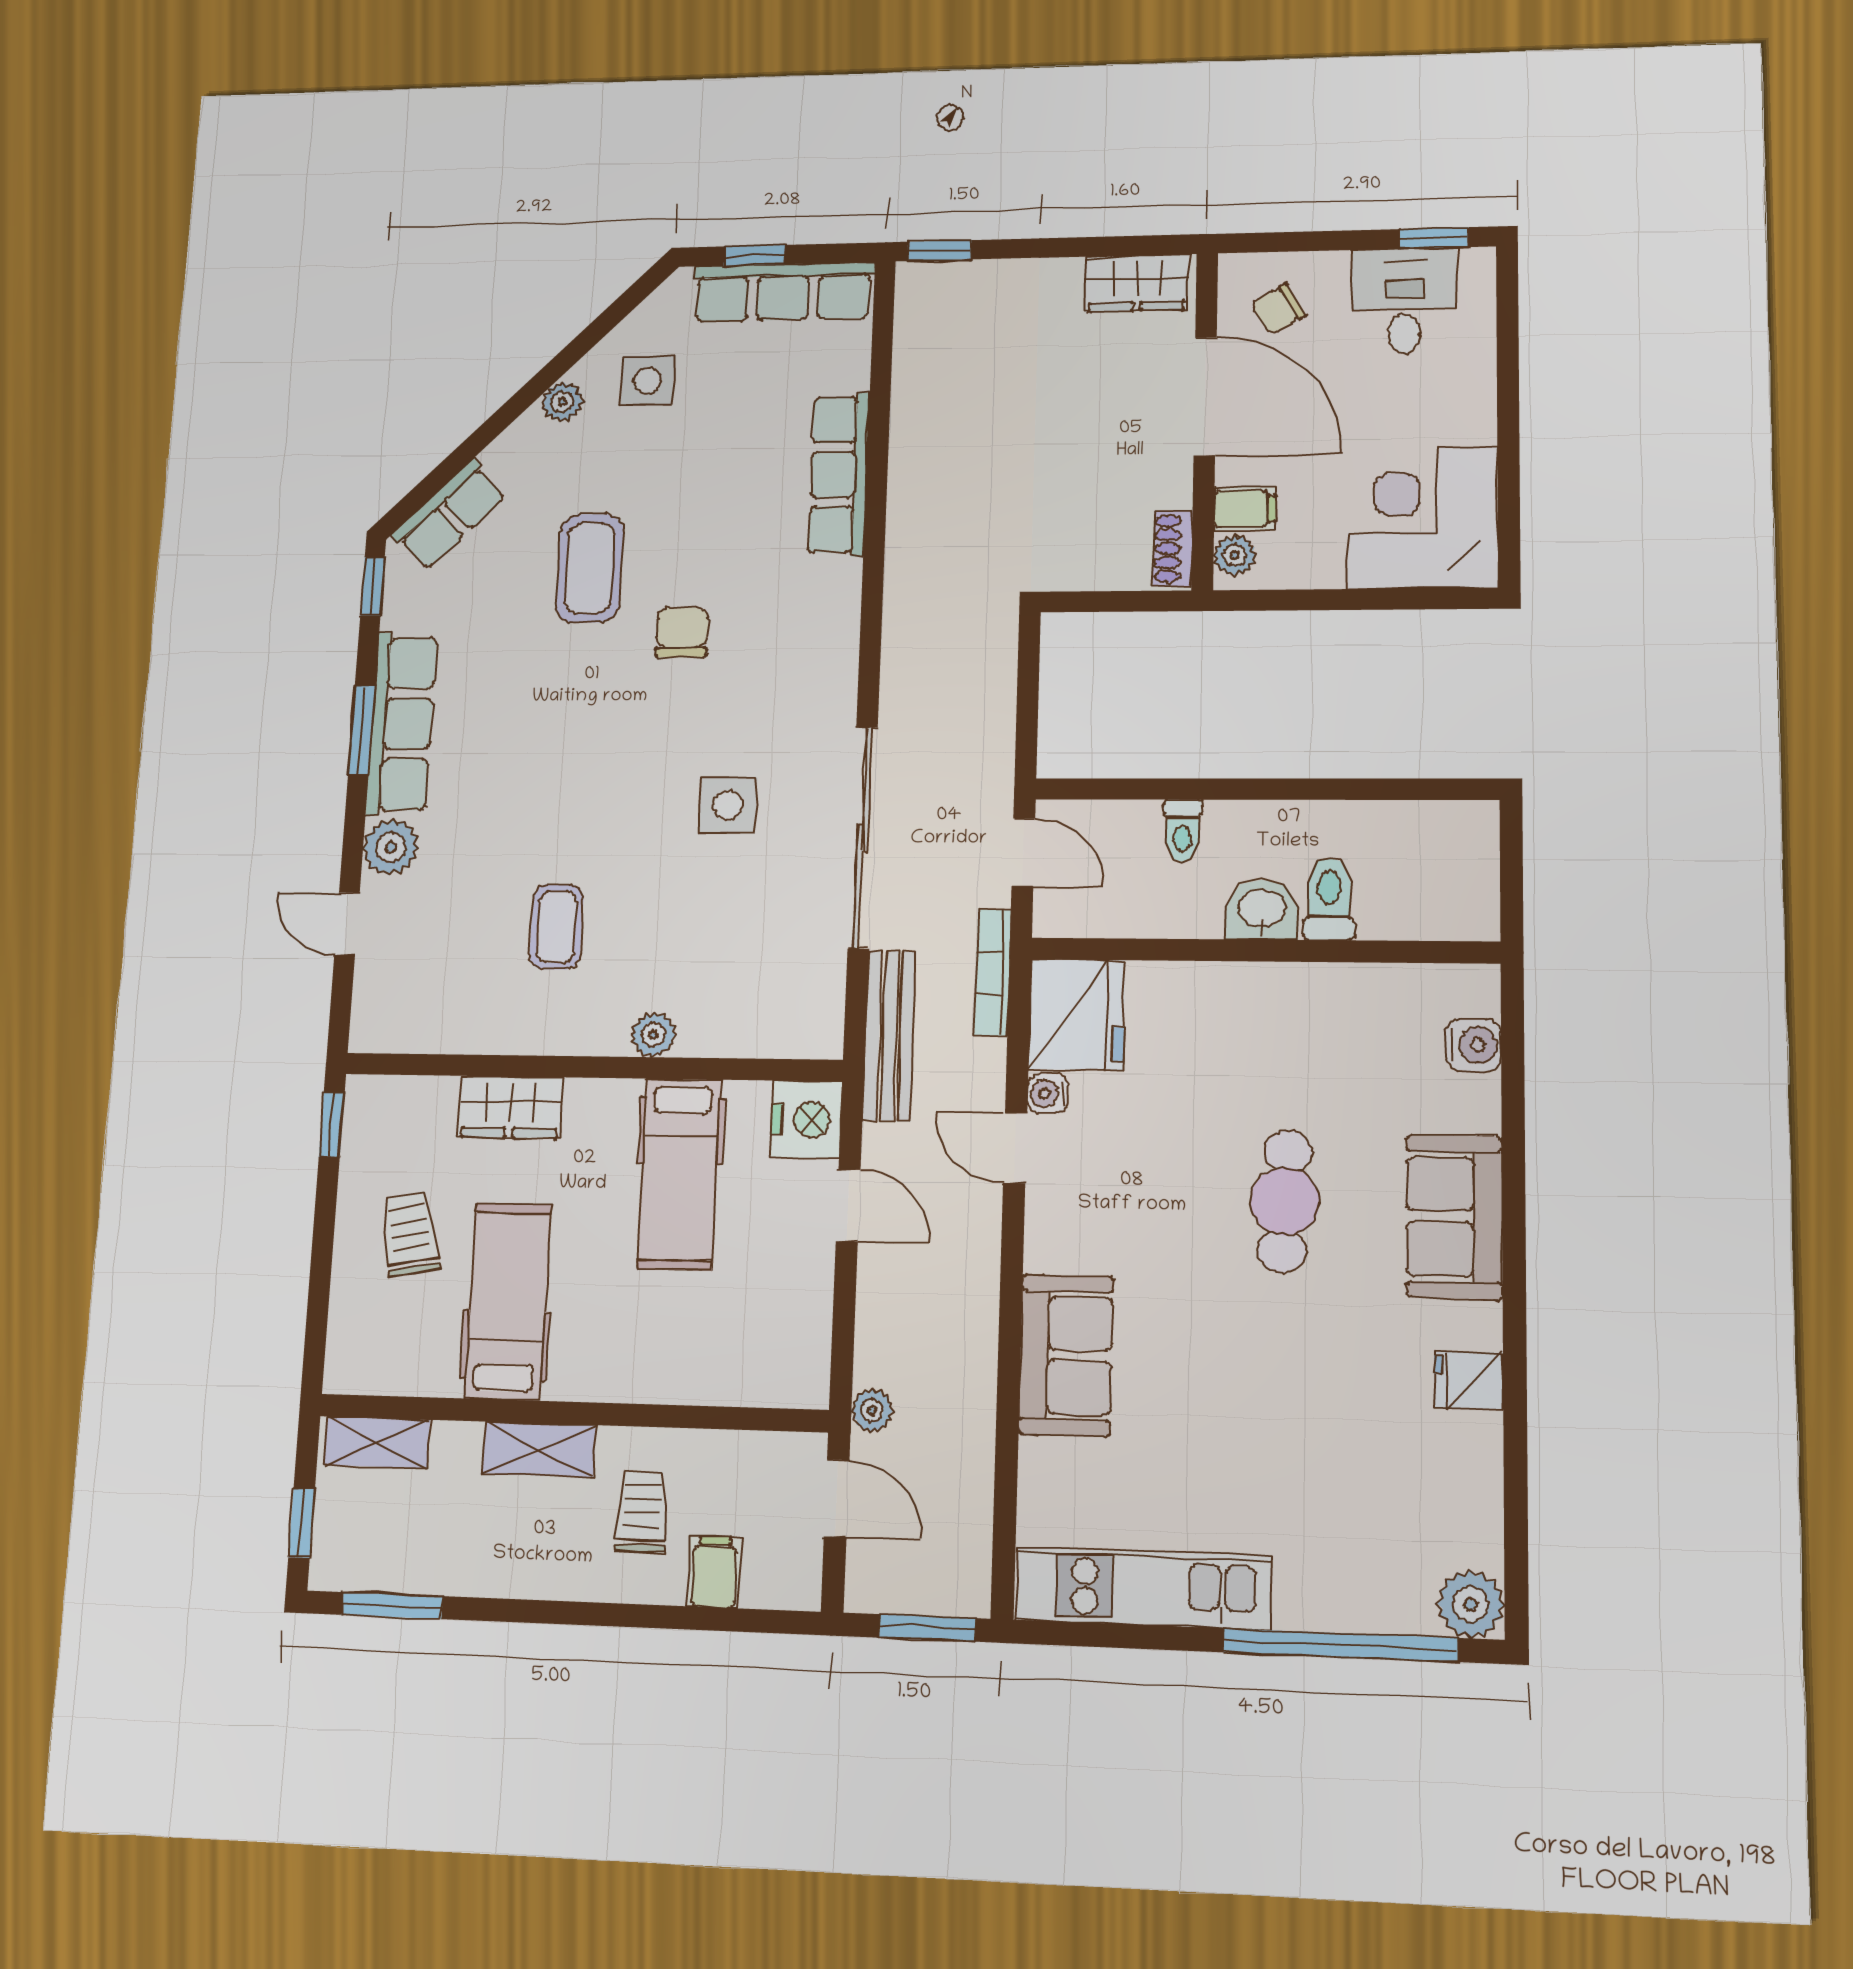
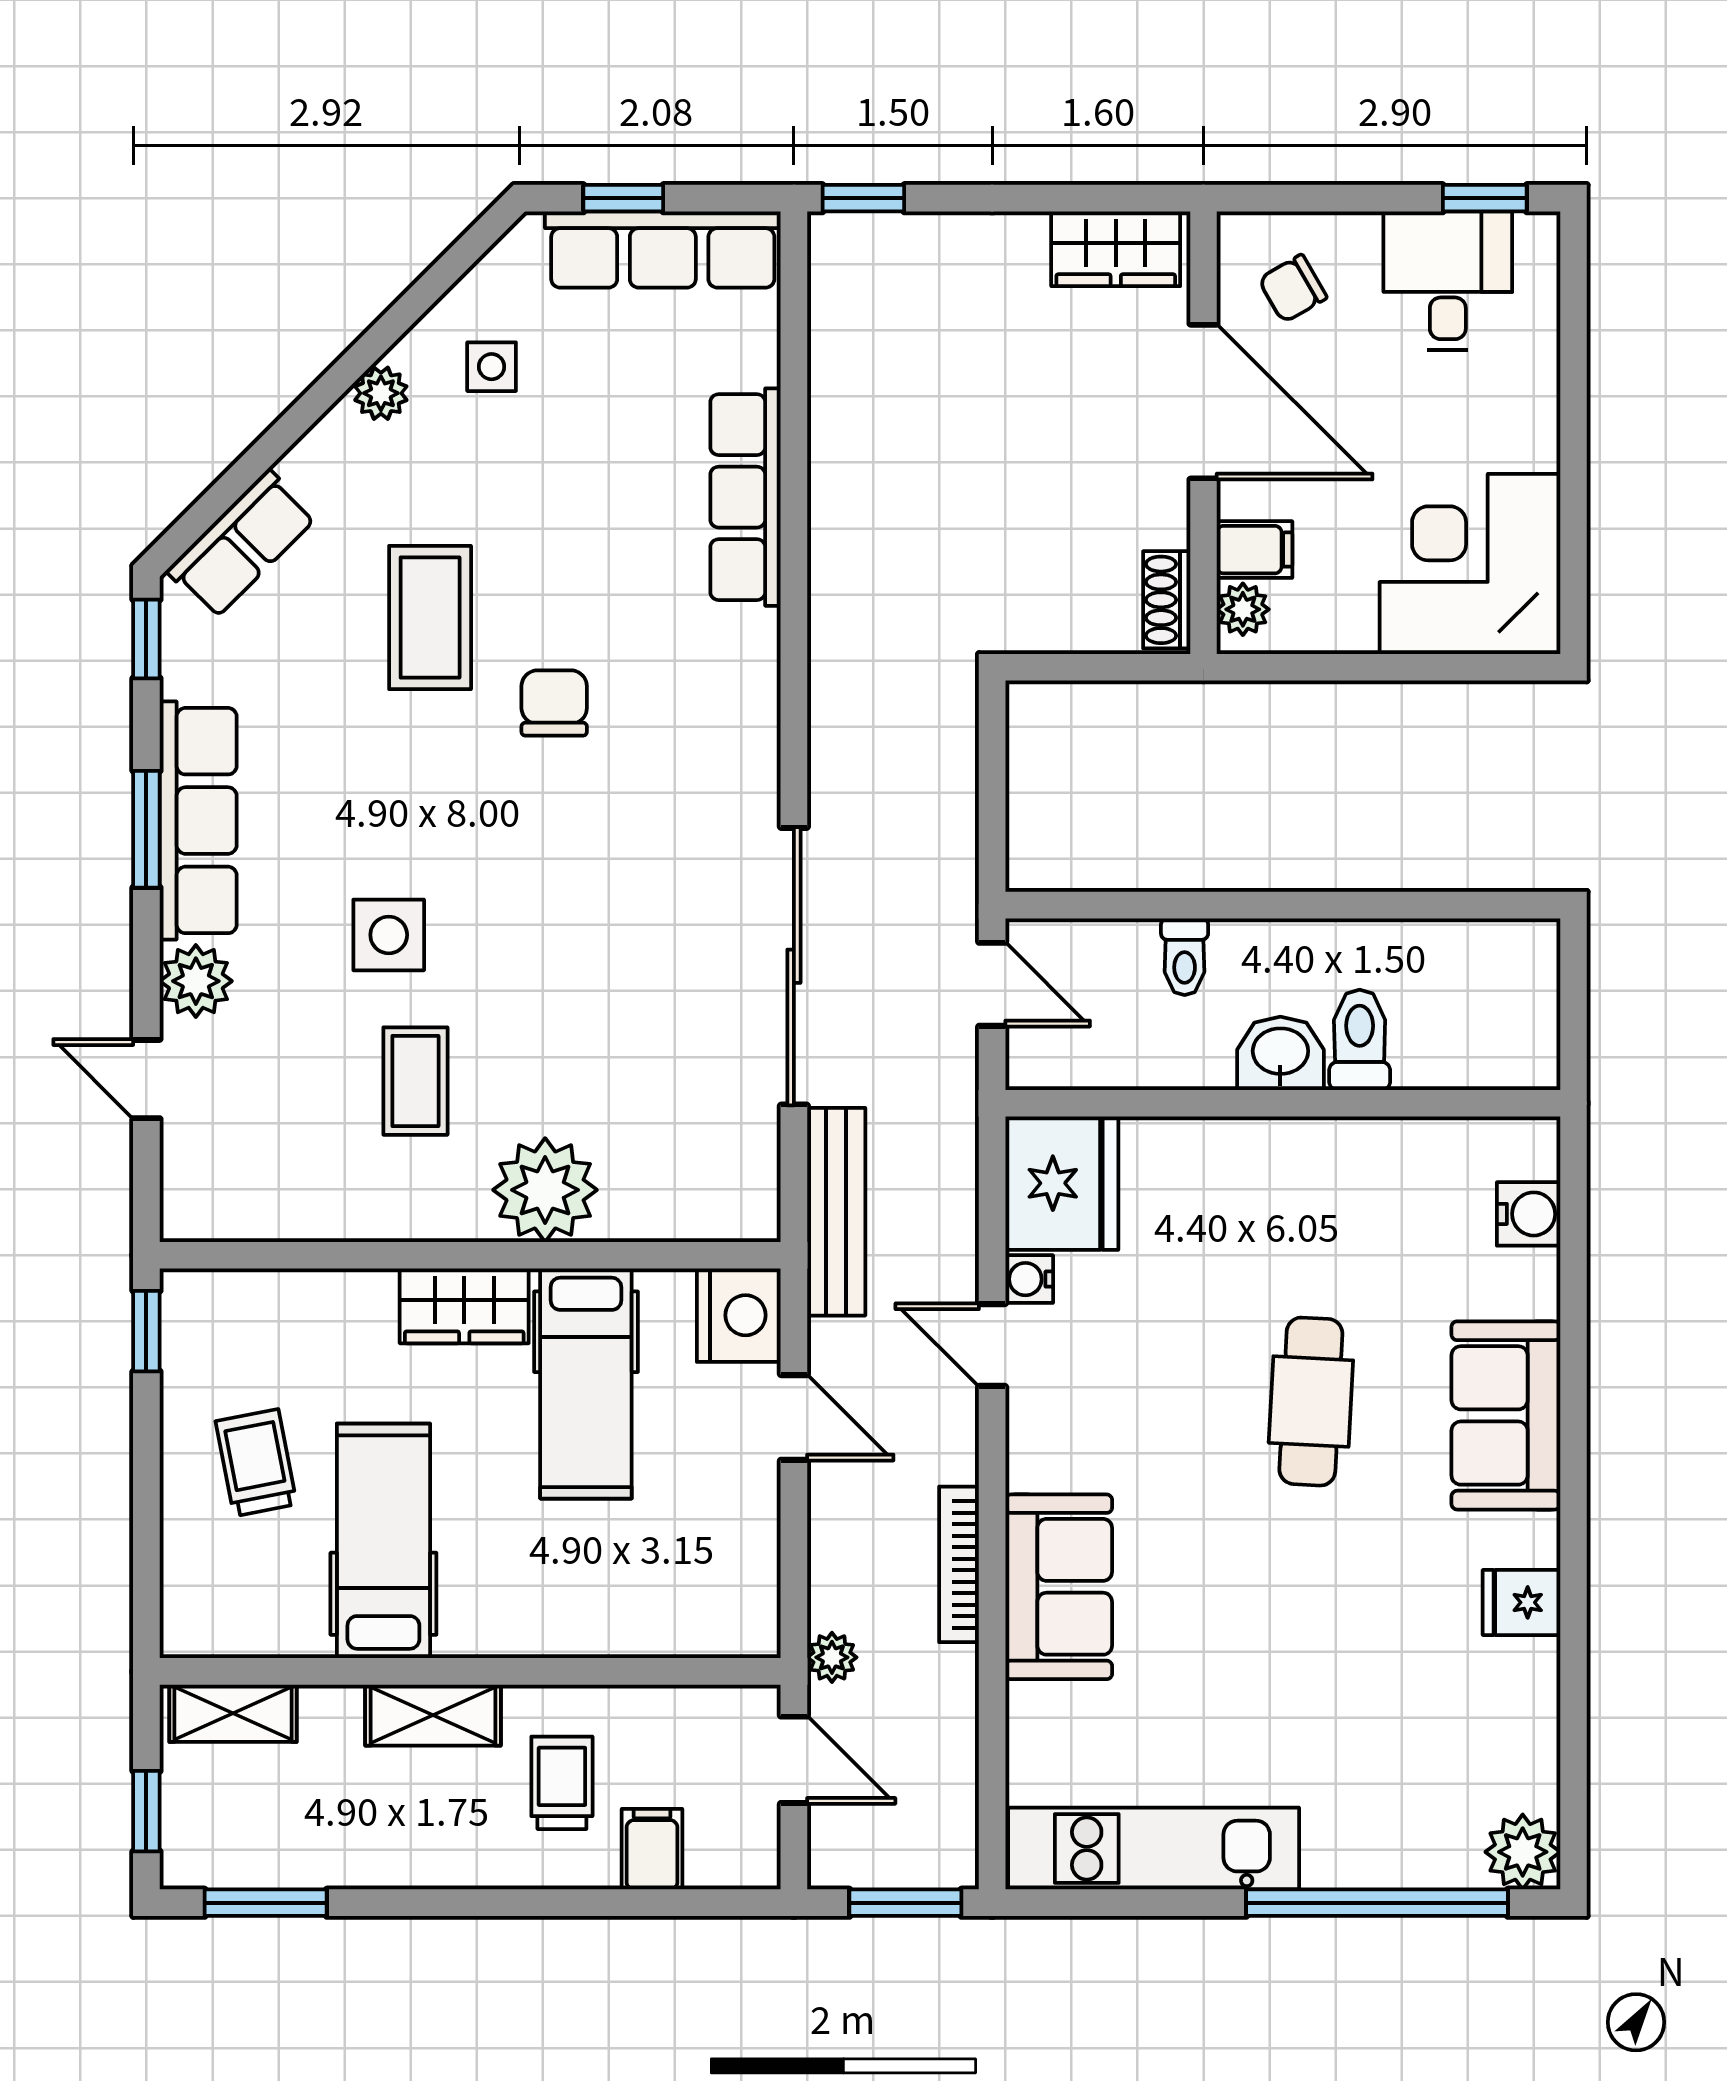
side table: (648, 381) -> (492, 367), width x0.73, depth x0.73
side table: (728, 805) -> (389, 935), moved
bookcase: (993, 972) -> (959, 1564), moved
plant: (653, 1035) -> (545, 1190), width x1.87, depth x1.87
wardrobe: (510, 1107) -> (464, 1306), moved

